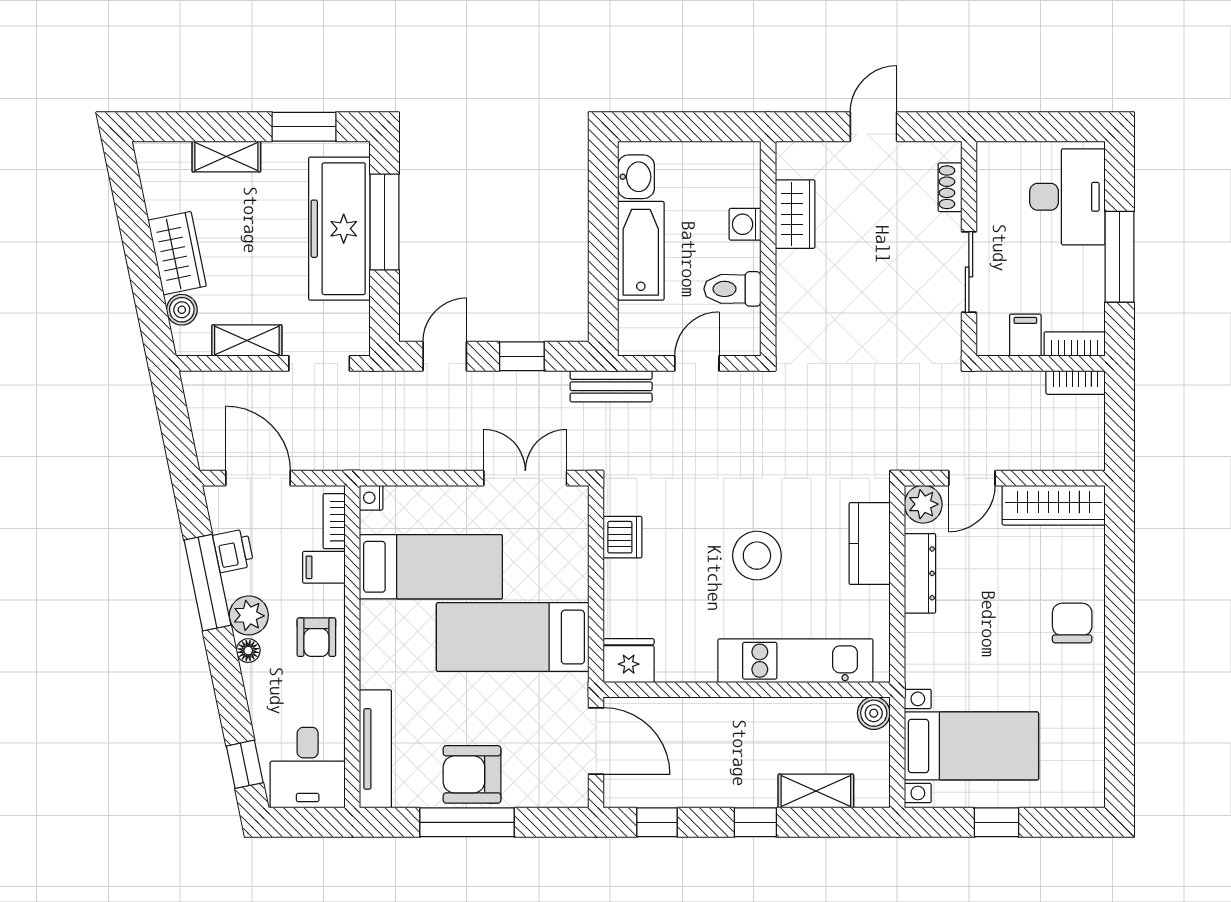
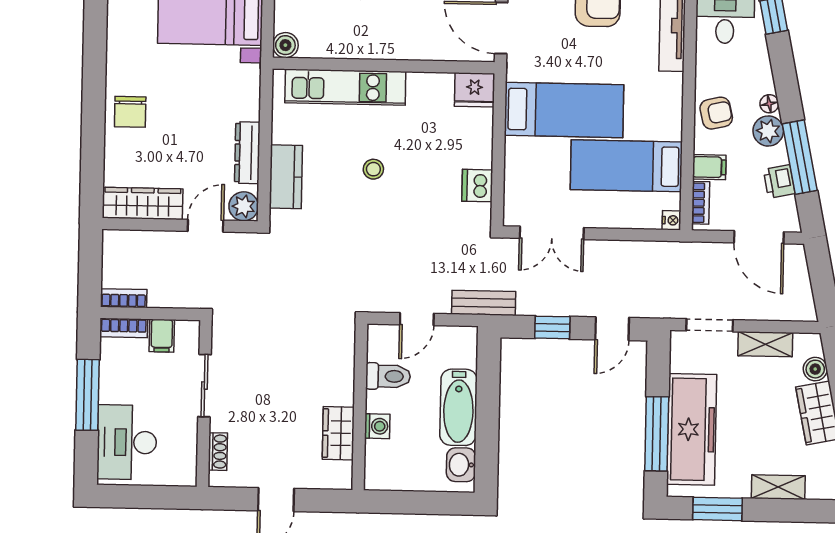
stool: (757, 556) -> (373, 169), width x0.53, depth x0.53
armchair: (316, 637) -> (716, 113), turned 77

